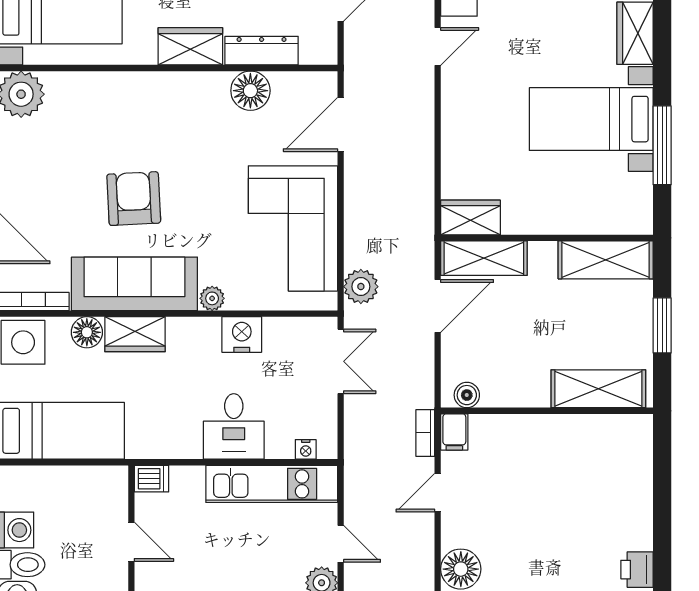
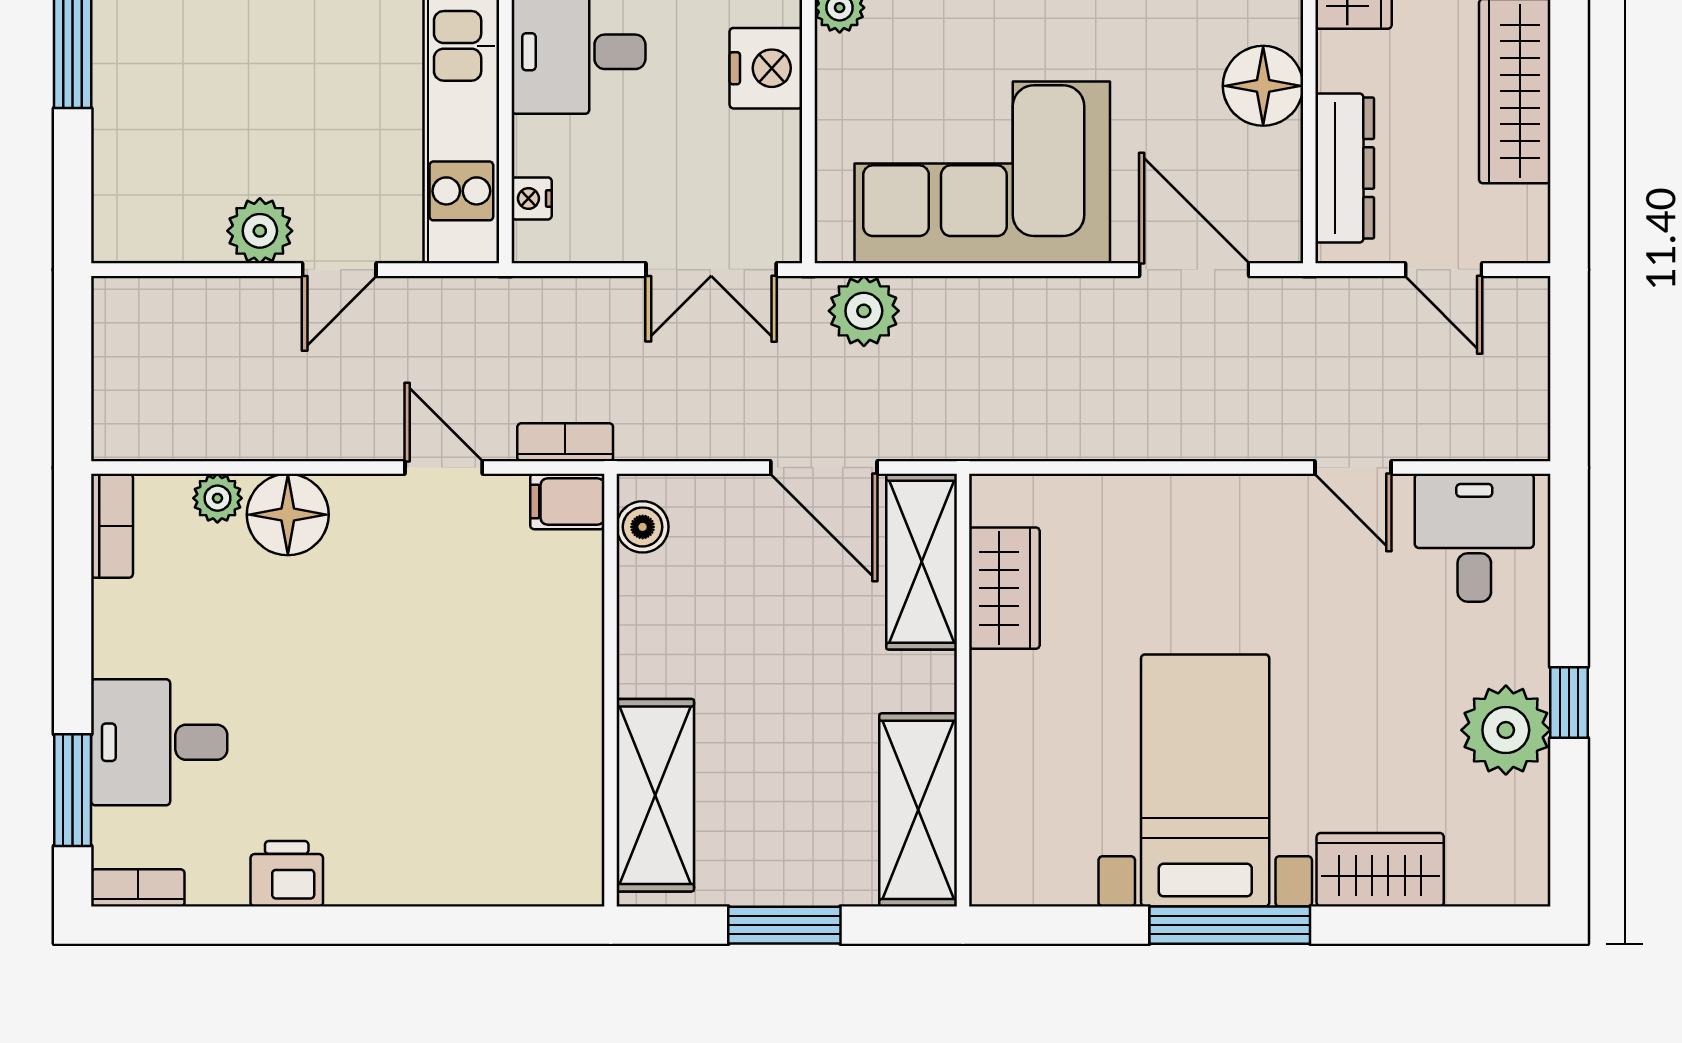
dresser: (262, 51) -> (1345, 168), moved
window: (662, 145) -> (1230, 925), moved
wardrobe: (471, 218) -> (1004, 588), moved

